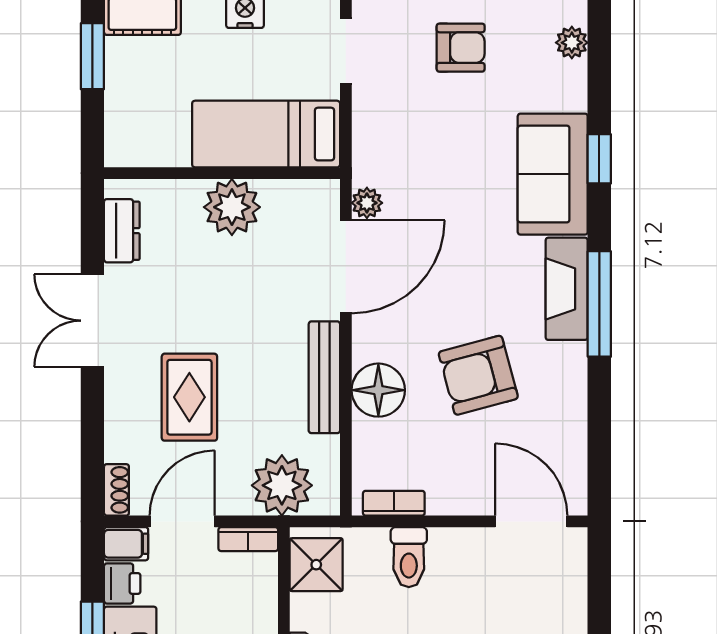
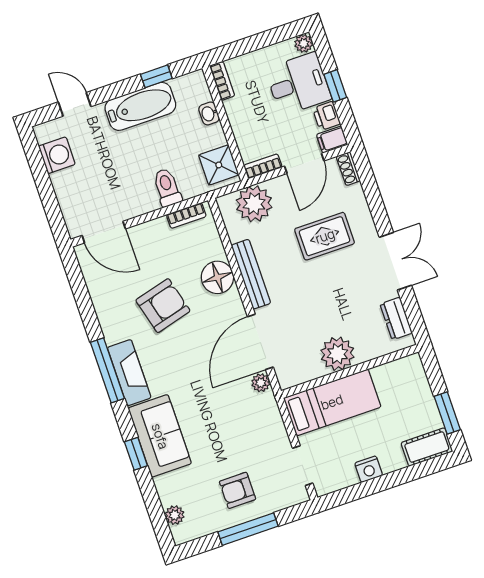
rug: (189, 397) -> (325, 236), turned 90

